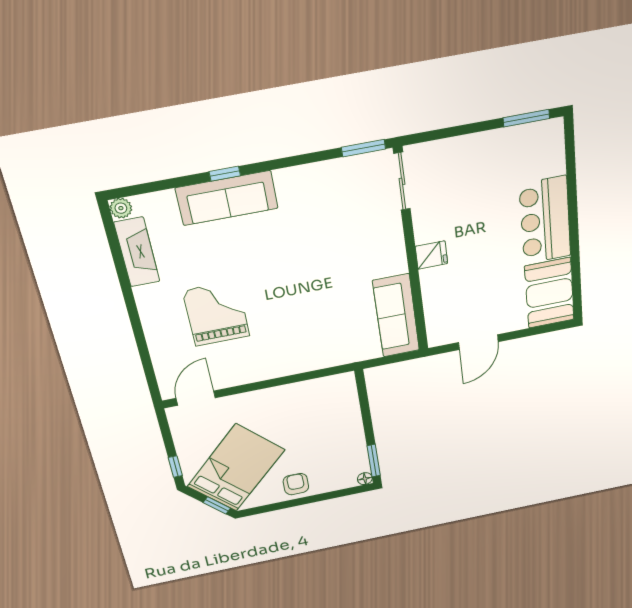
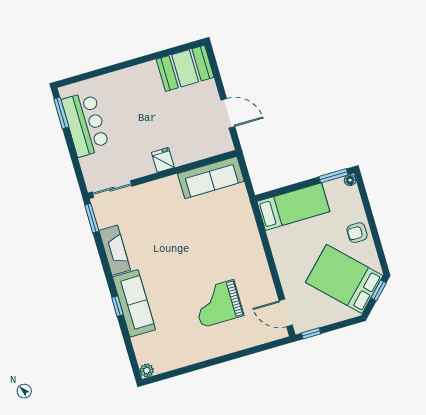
bar counter: (545, 220) -> (85, 124), moved, turned -90
fireplace: (137, 252) -> (115, 250), moved, turned 90
bed: (341, 414) -> (293, 207), added
window: (175, 467) -> (311, 333), moved

